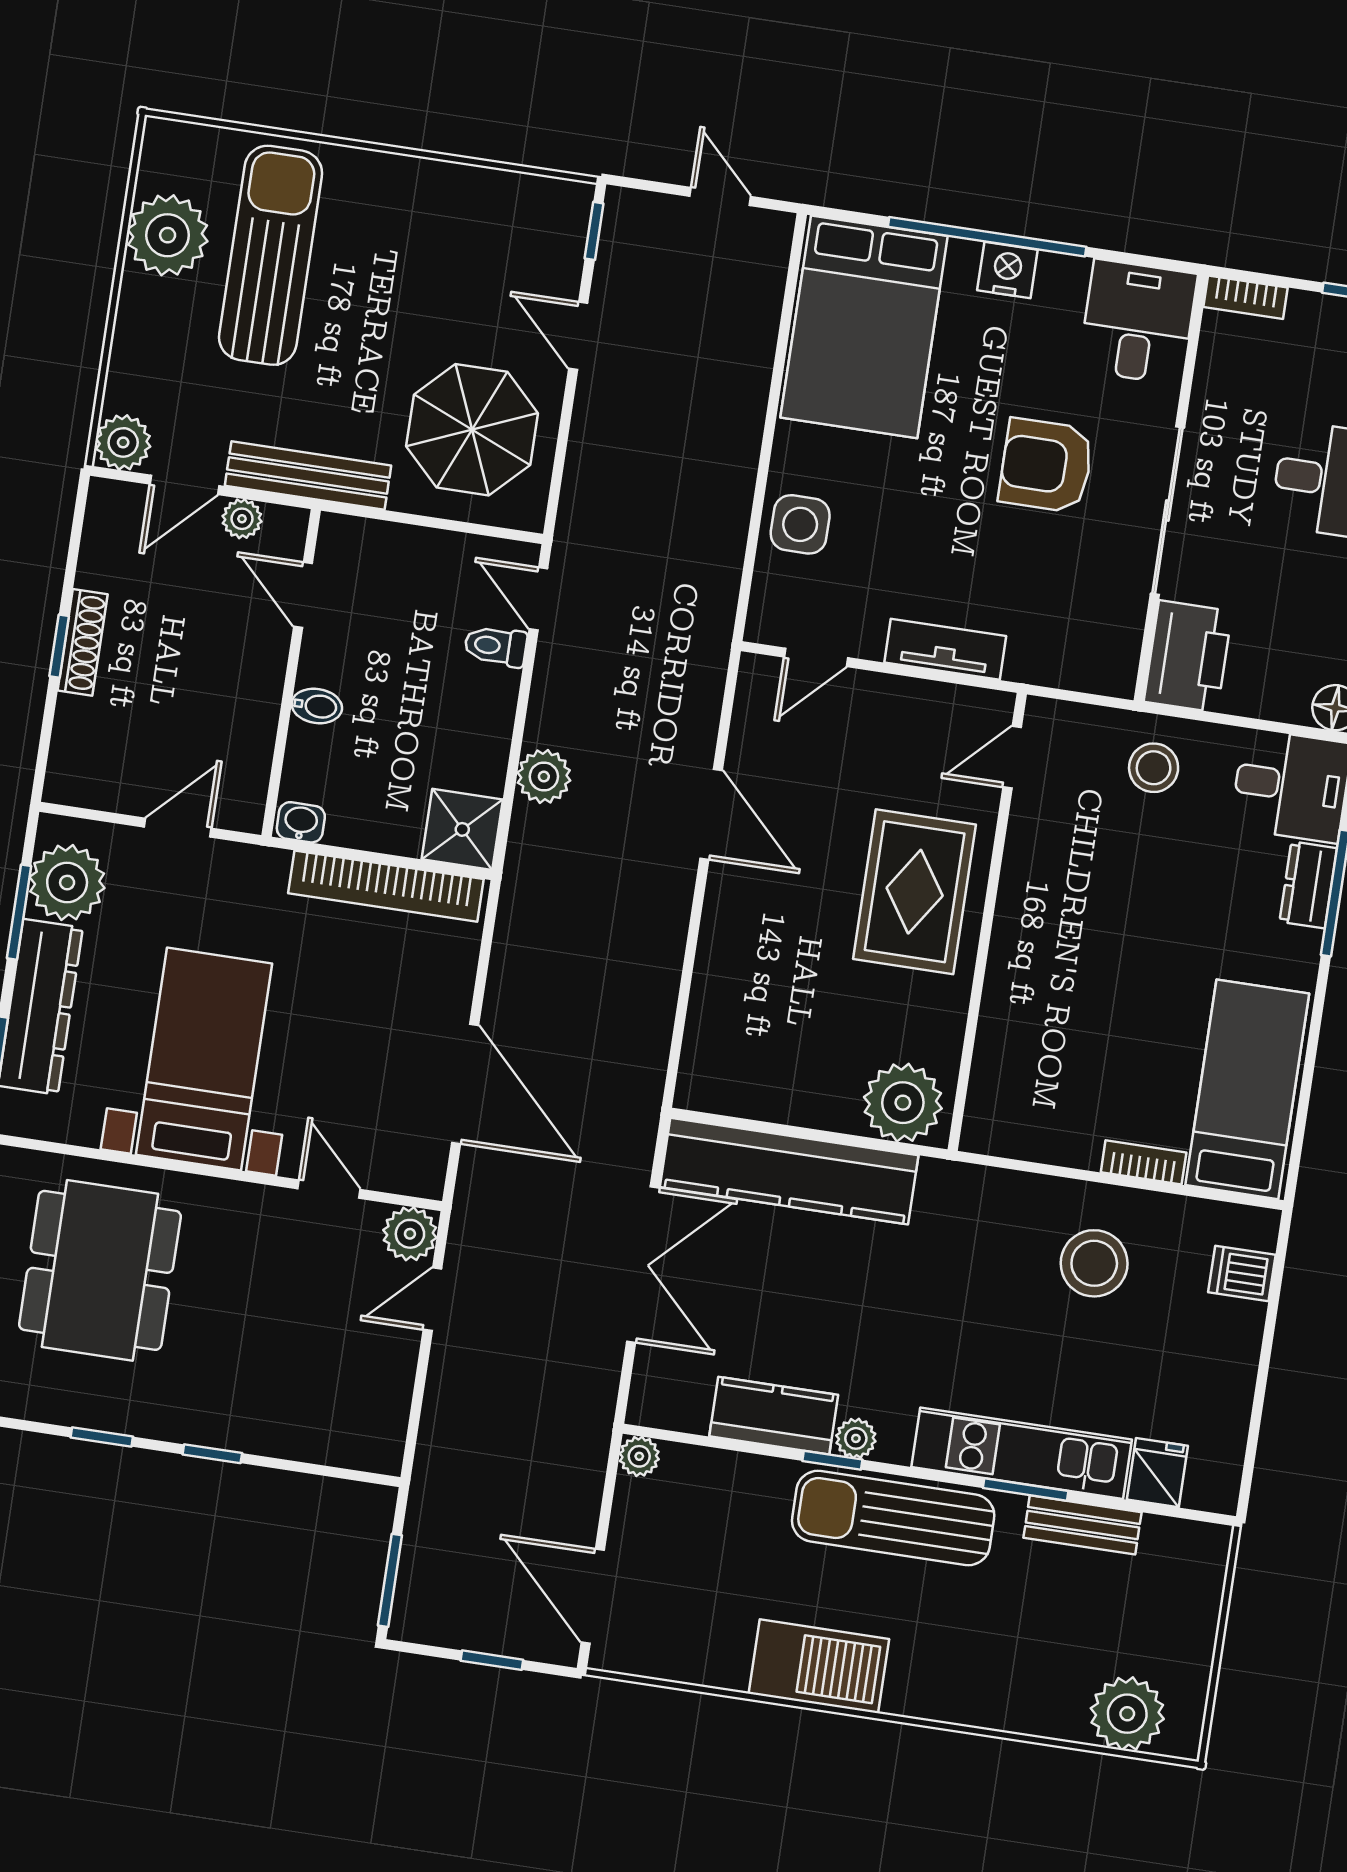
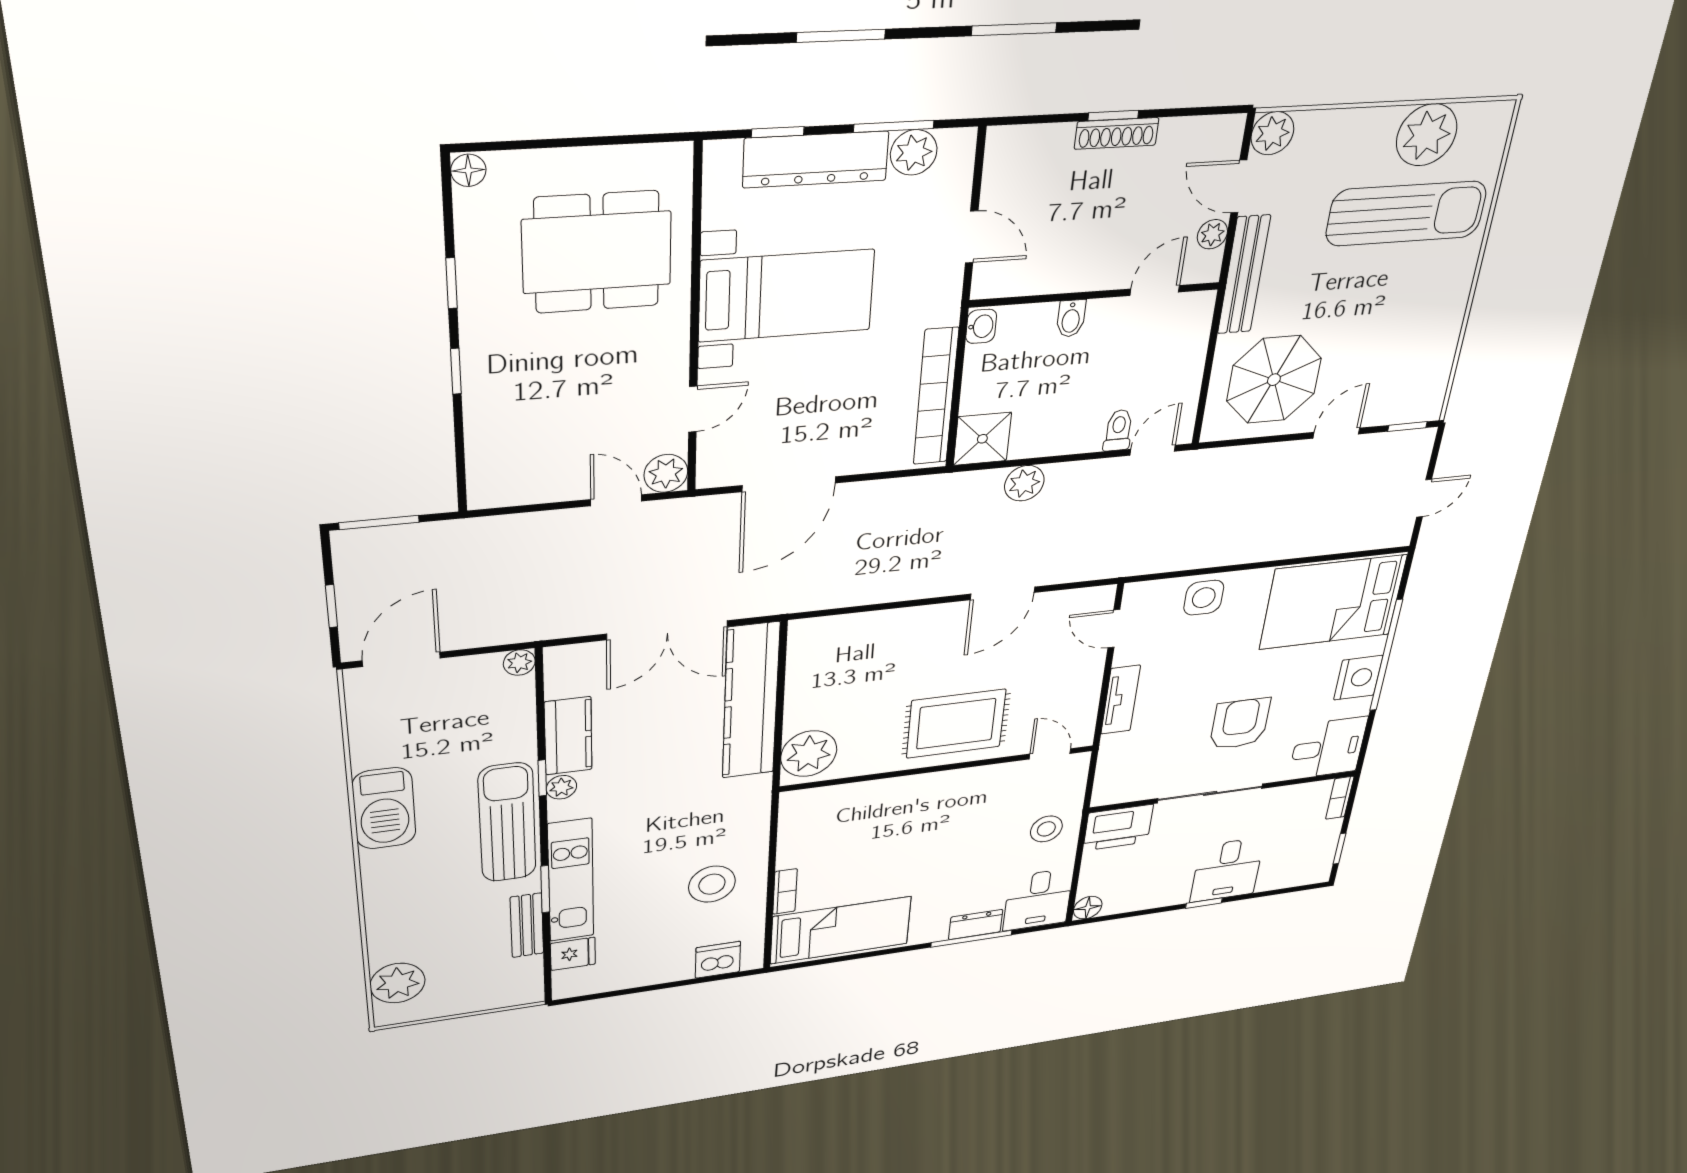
nightstand: (1007, 270) -> (1358, 678), width x1.36, depth x1.33
plant: (67, 883) -> (914, 152), width x0.73, depth x0.73
dishwasher: (1242, 1274) -> (718, 960), width x1.38

